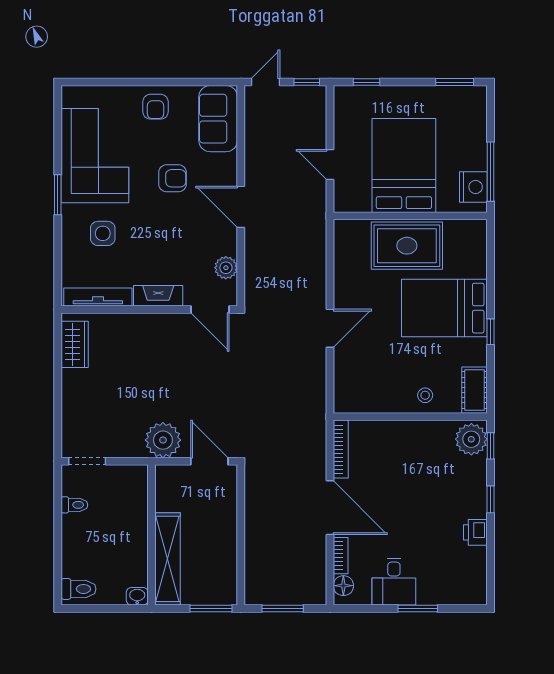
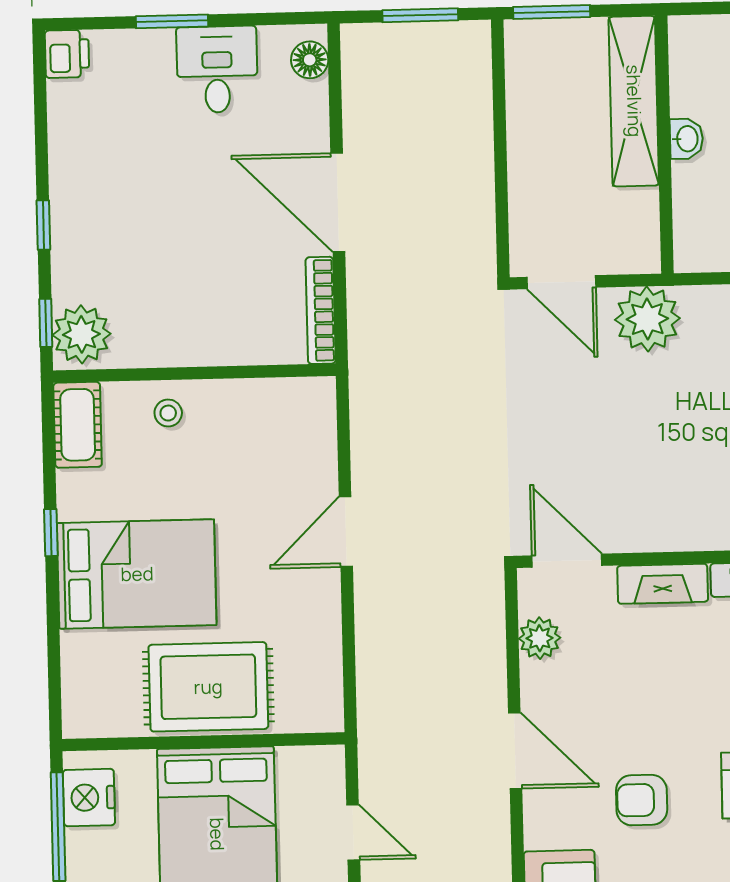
printer: (475, 532) -> (67, 54), moved
bookcase: (341, 556) -> (316, 115), removed
washbasin: (137, 596) -> (686, 139), moved, turned -90

